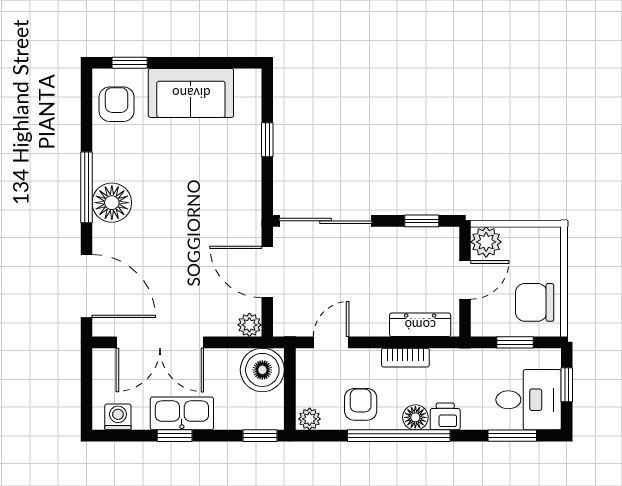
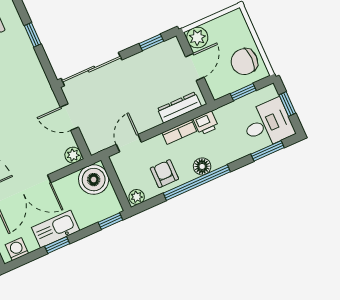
door: (267, 272) -> (69, 117), width x0.73
printer: (445, 416) -> (206, 123), moved, turned 180

